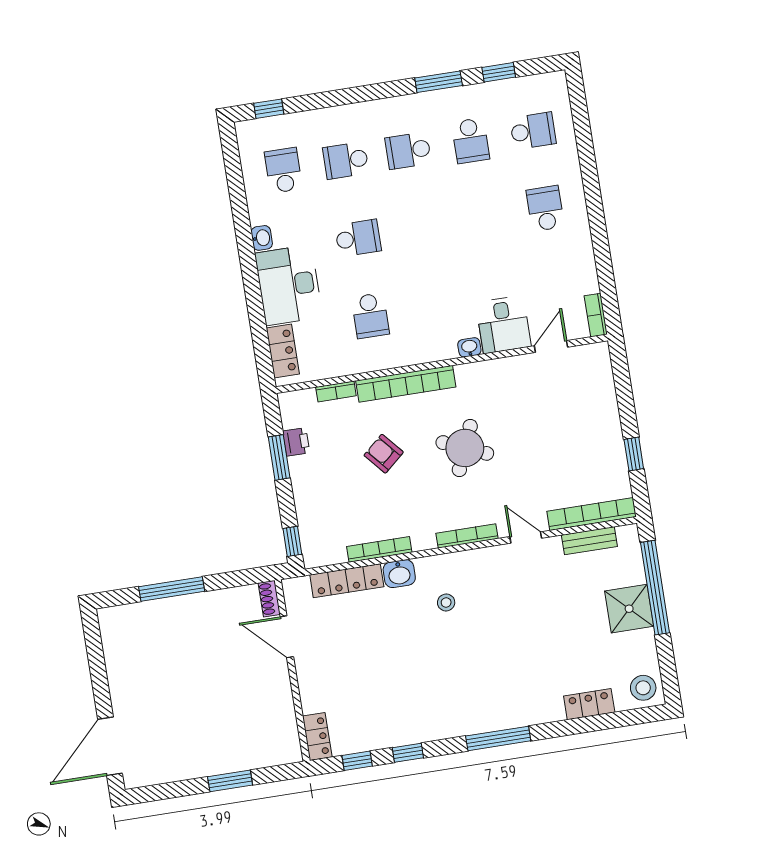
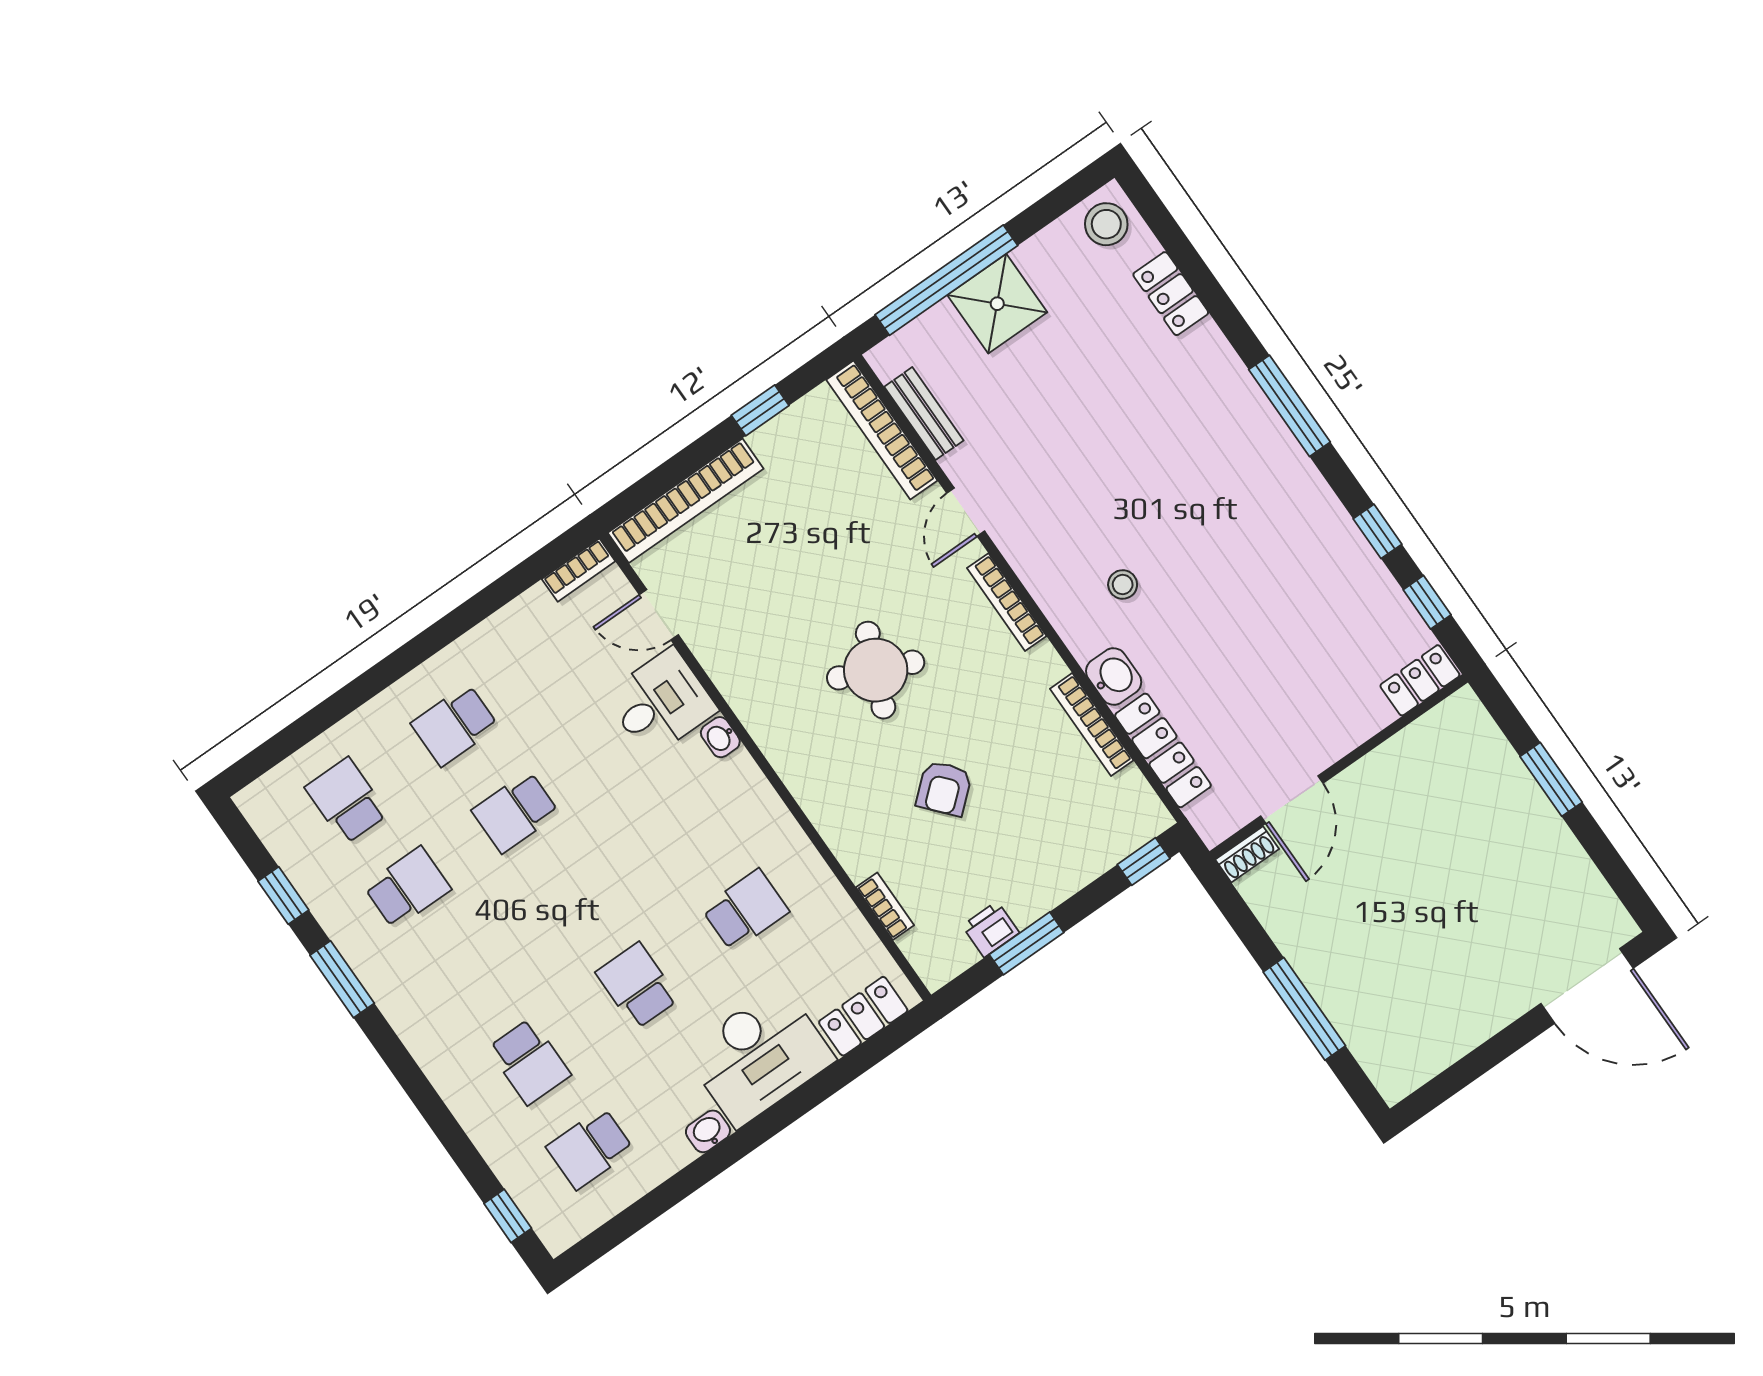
school desk: (408, 151) -> (516, 812), moved, turned 90
bookcase: (406, 384) -> (686, 501), moved, turned 90

